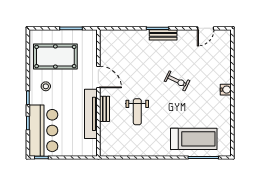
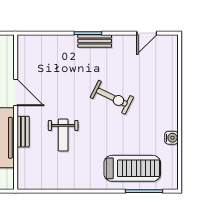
exercise bike: (177, 81) -> (112, 97), width x1.38, depth x1.39
water cooler: (226, 90) -> (171, 138), moved

